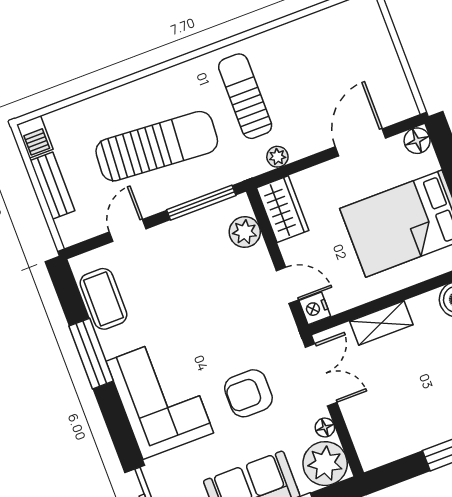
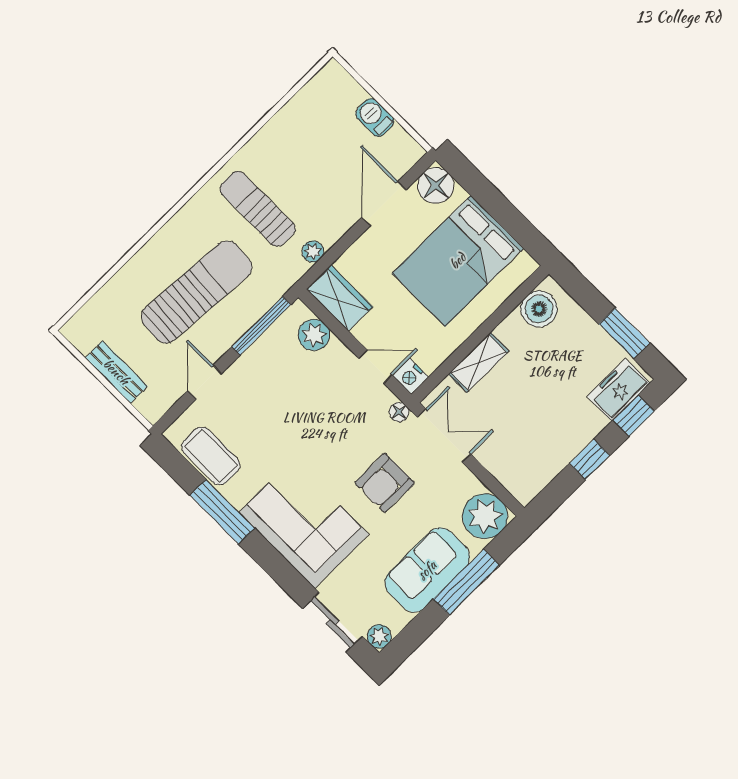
barbecue: (35, 137) -> (375, 117), moved, turned 180
floor lamp: (417, 141) -> (436, 185), width x1.38, depth x1.38
floor lamp: (325, 428) -> (399, 412), moved

